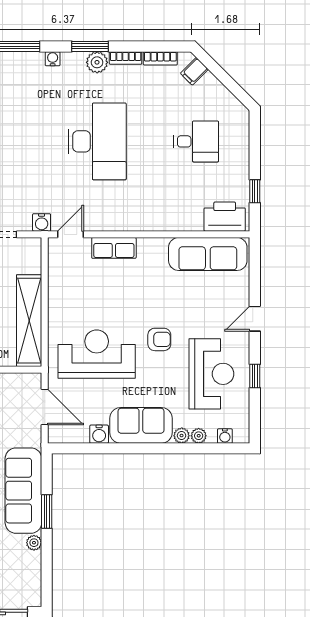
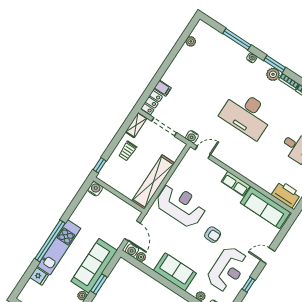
desk: (97, 141) -> (247, 114), turned 90
row of seats: (114, 248) -> (236, 184), moved
reception desk: (97, 354) -> (181, 205), moved
water cooler: (99, 434) -> (132, 250), moved
plant: (182, 436) -> (141, 257), moved

